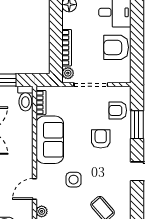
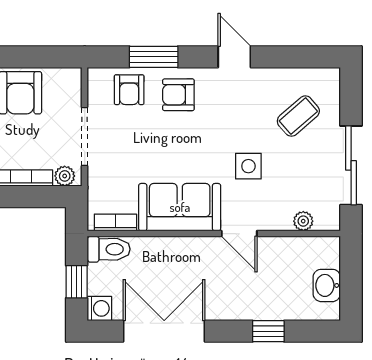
armchair: (101, 139) -> (178, 95), moved
door: (34, 189) -> (239, 234), moved

